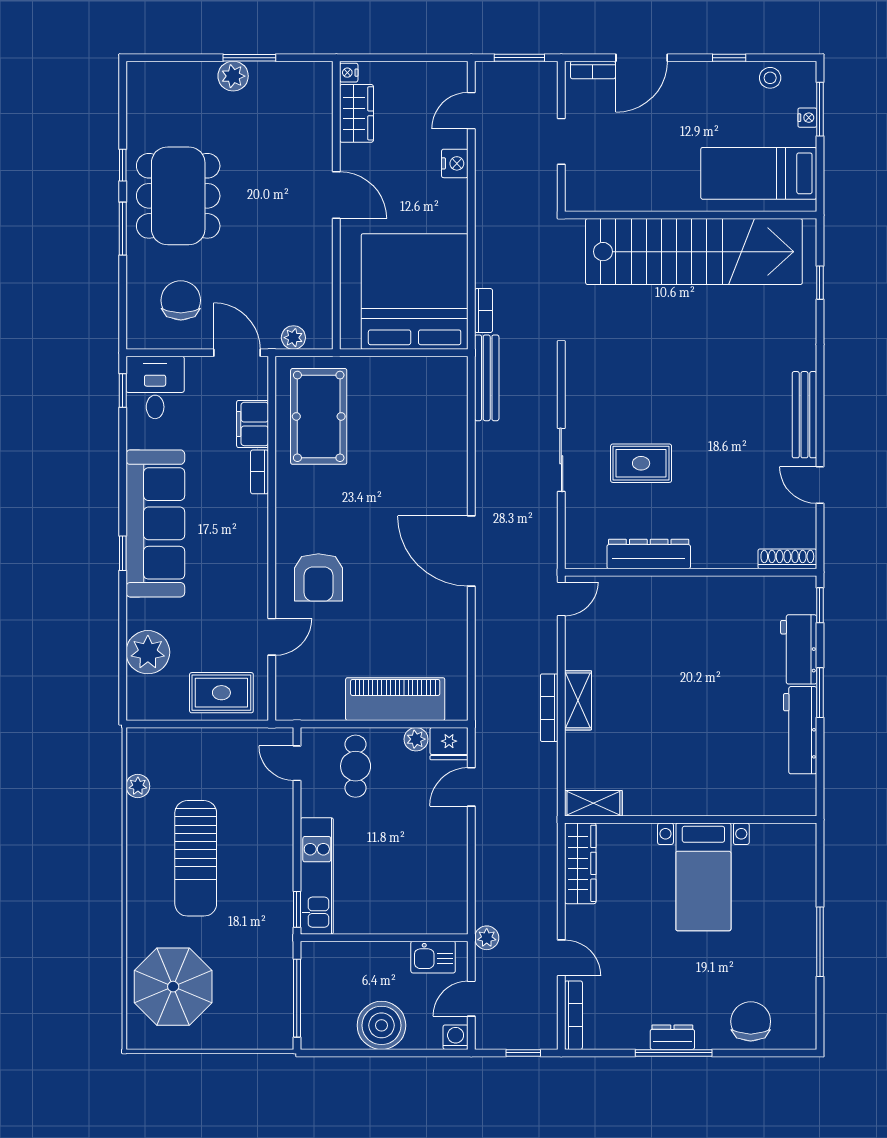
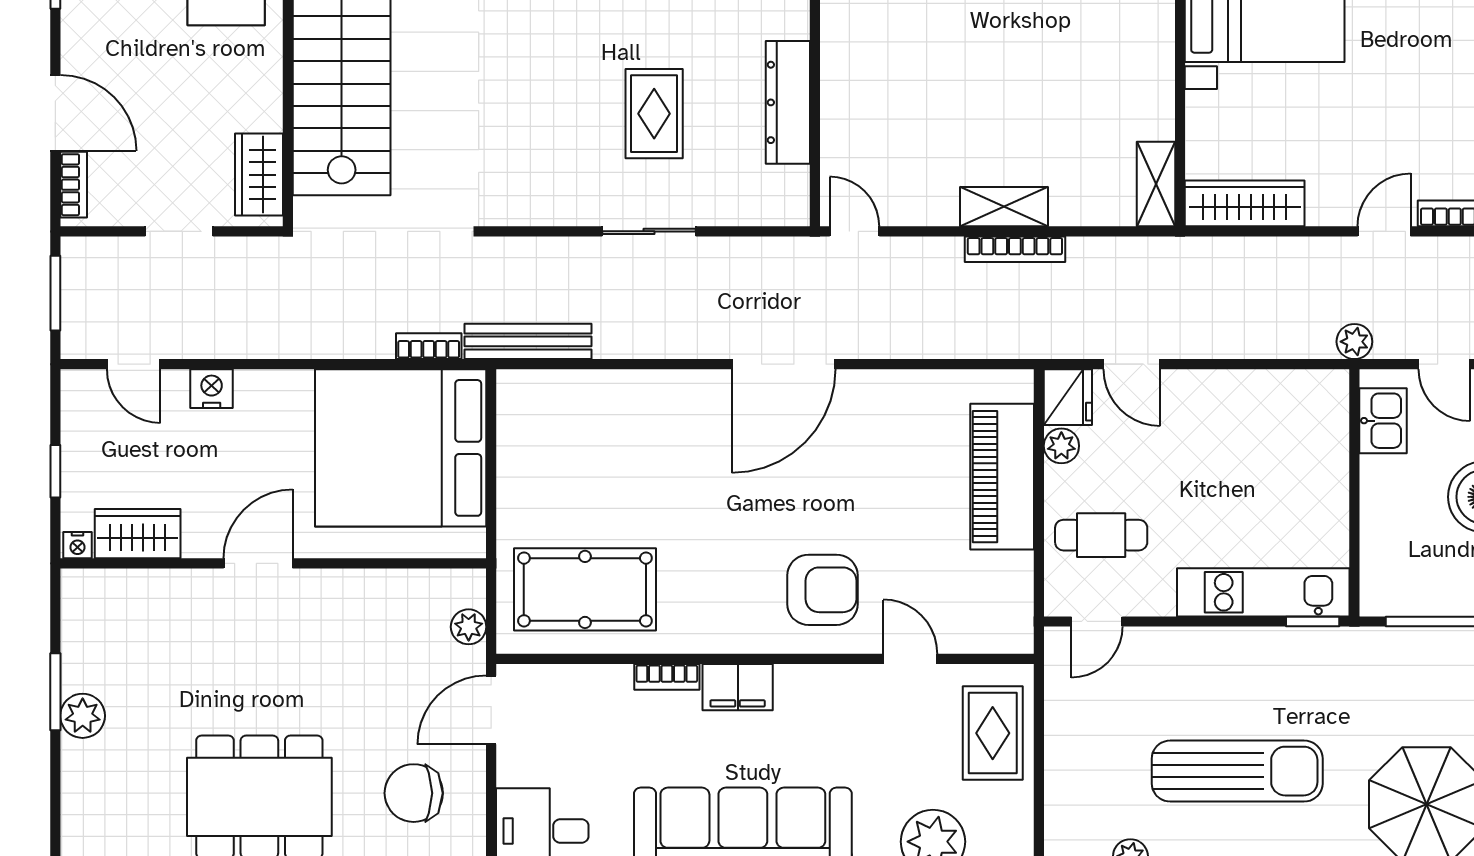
window: (399, 58) -> (55, 471), added
wardrobe: (600, 196) -> (259, 175), added
filing cabinet: (253, 424) -> (738, 687), moved

